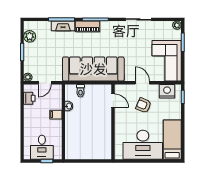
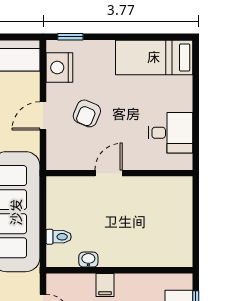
door: (113, 101) -> (109, 173), moved
desk: (143, 145) -> (171, 133), width x0.53, depth x0.77

